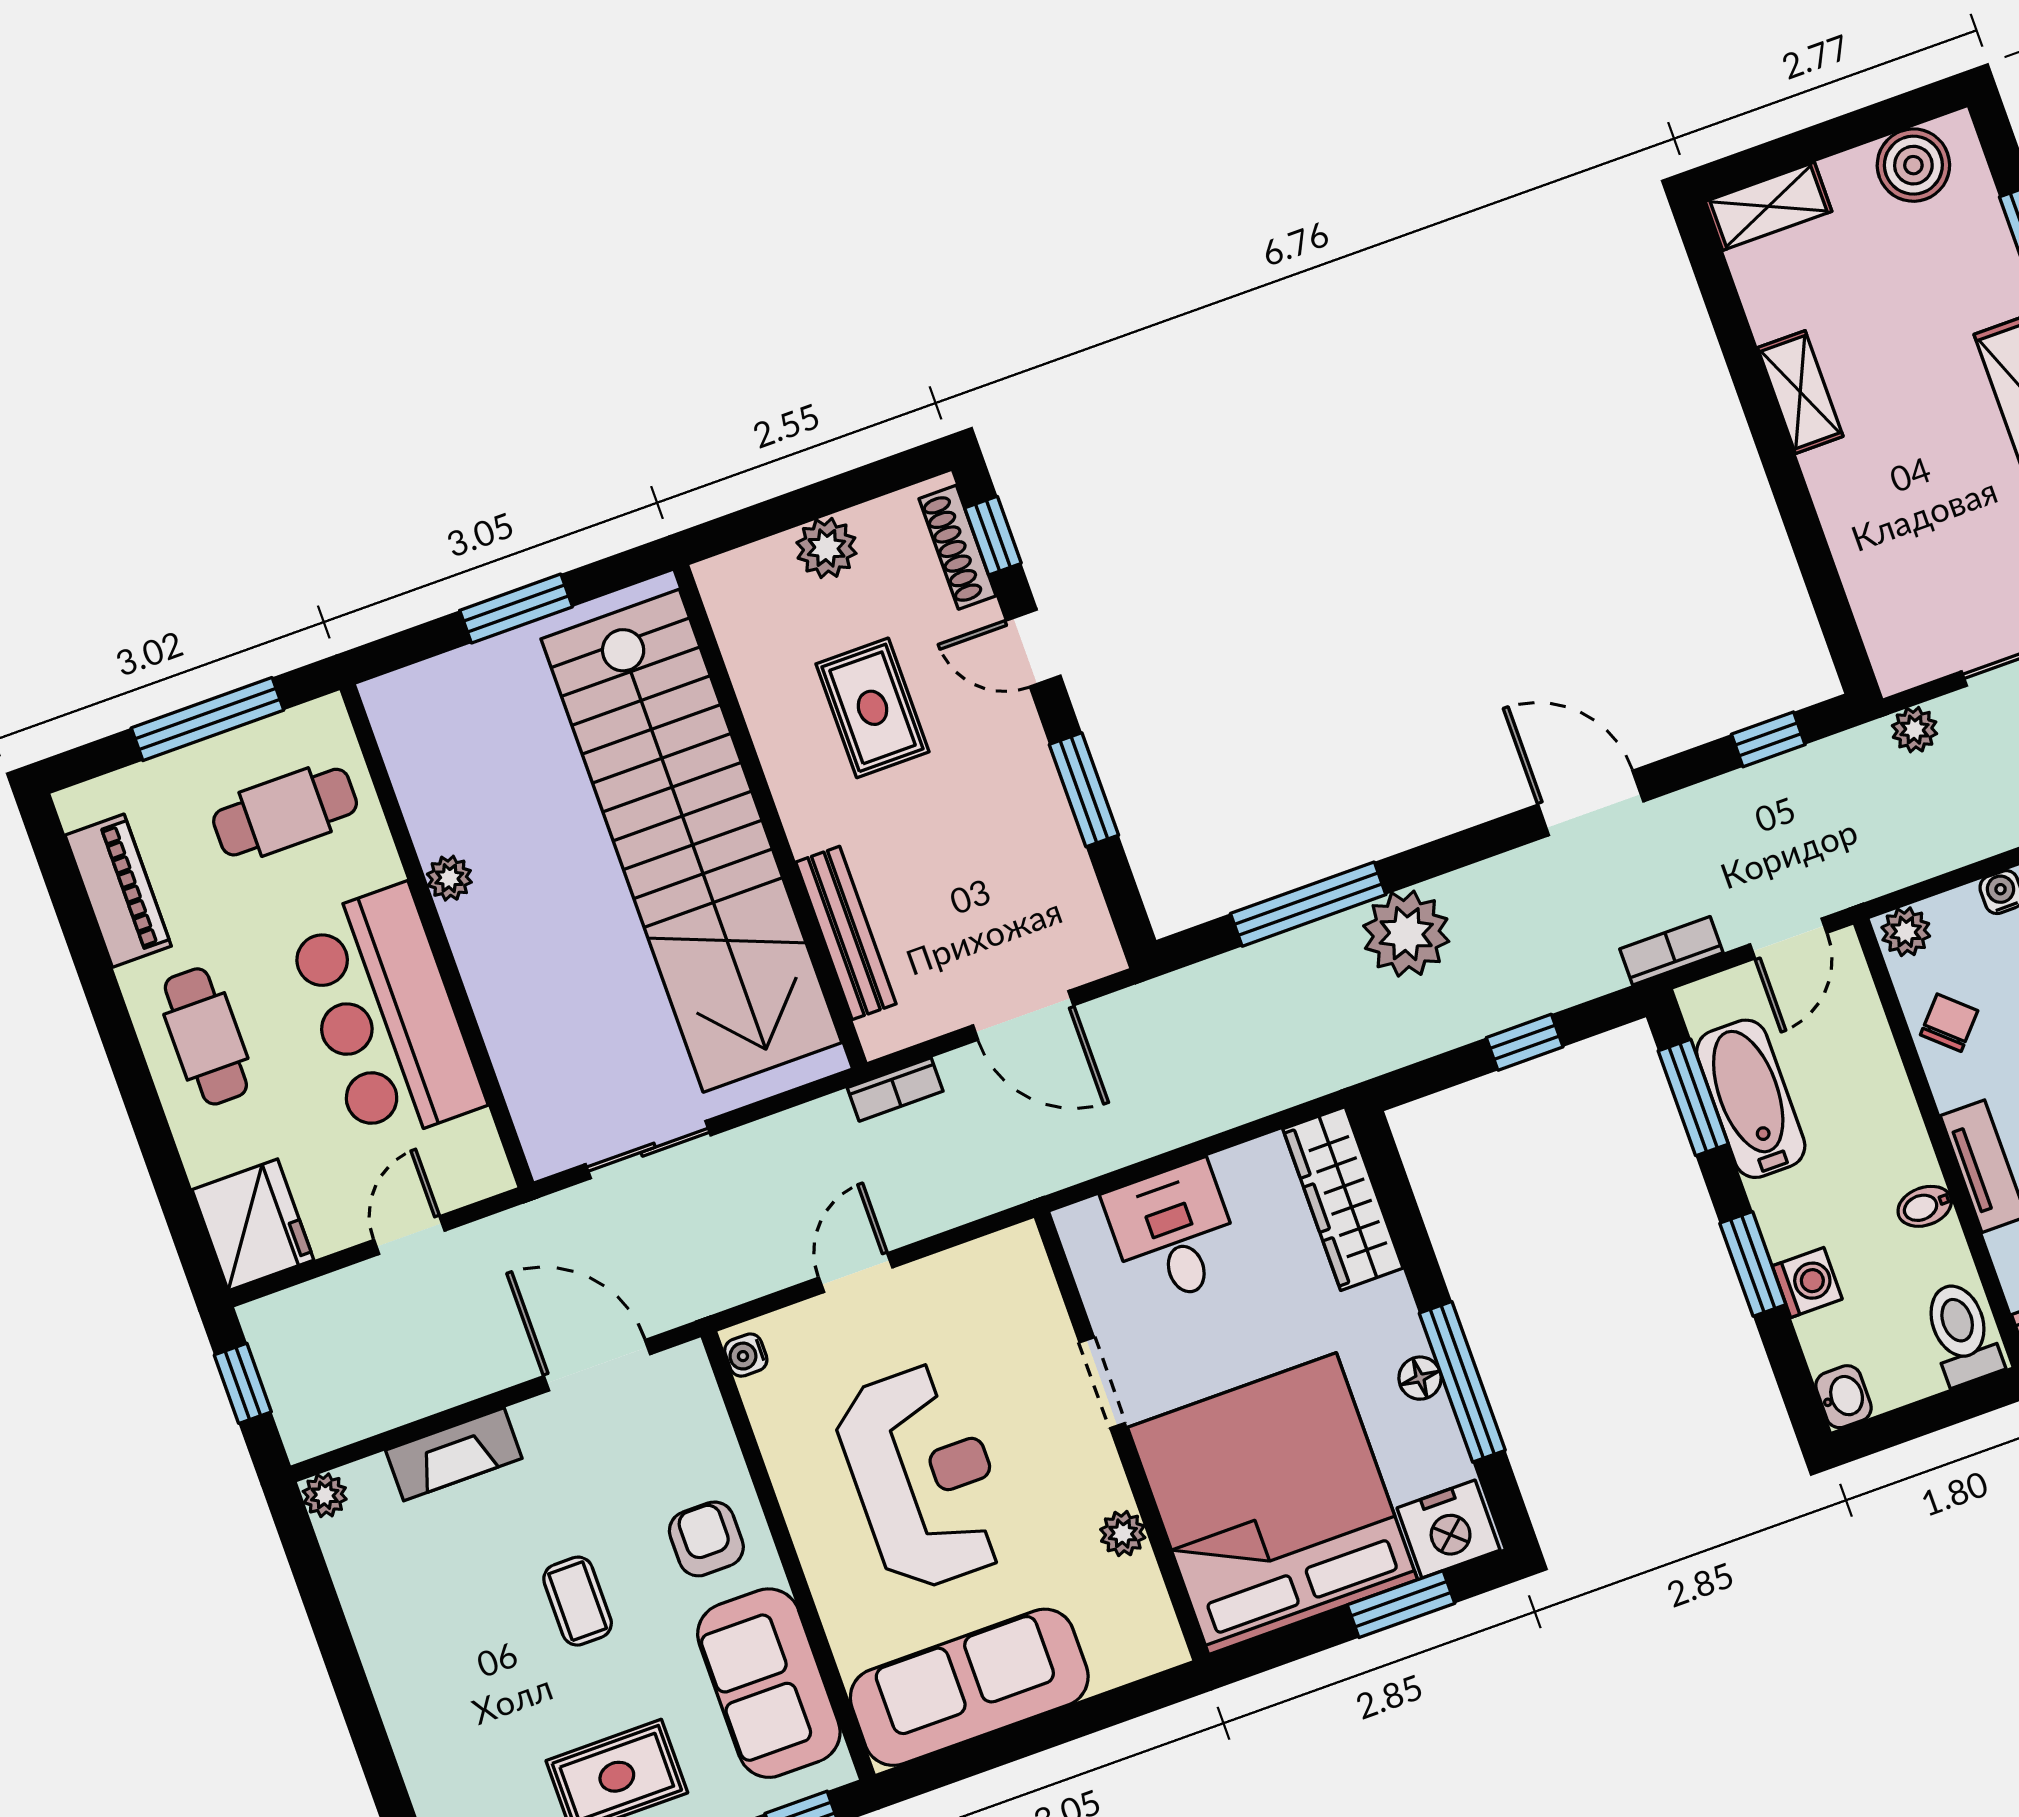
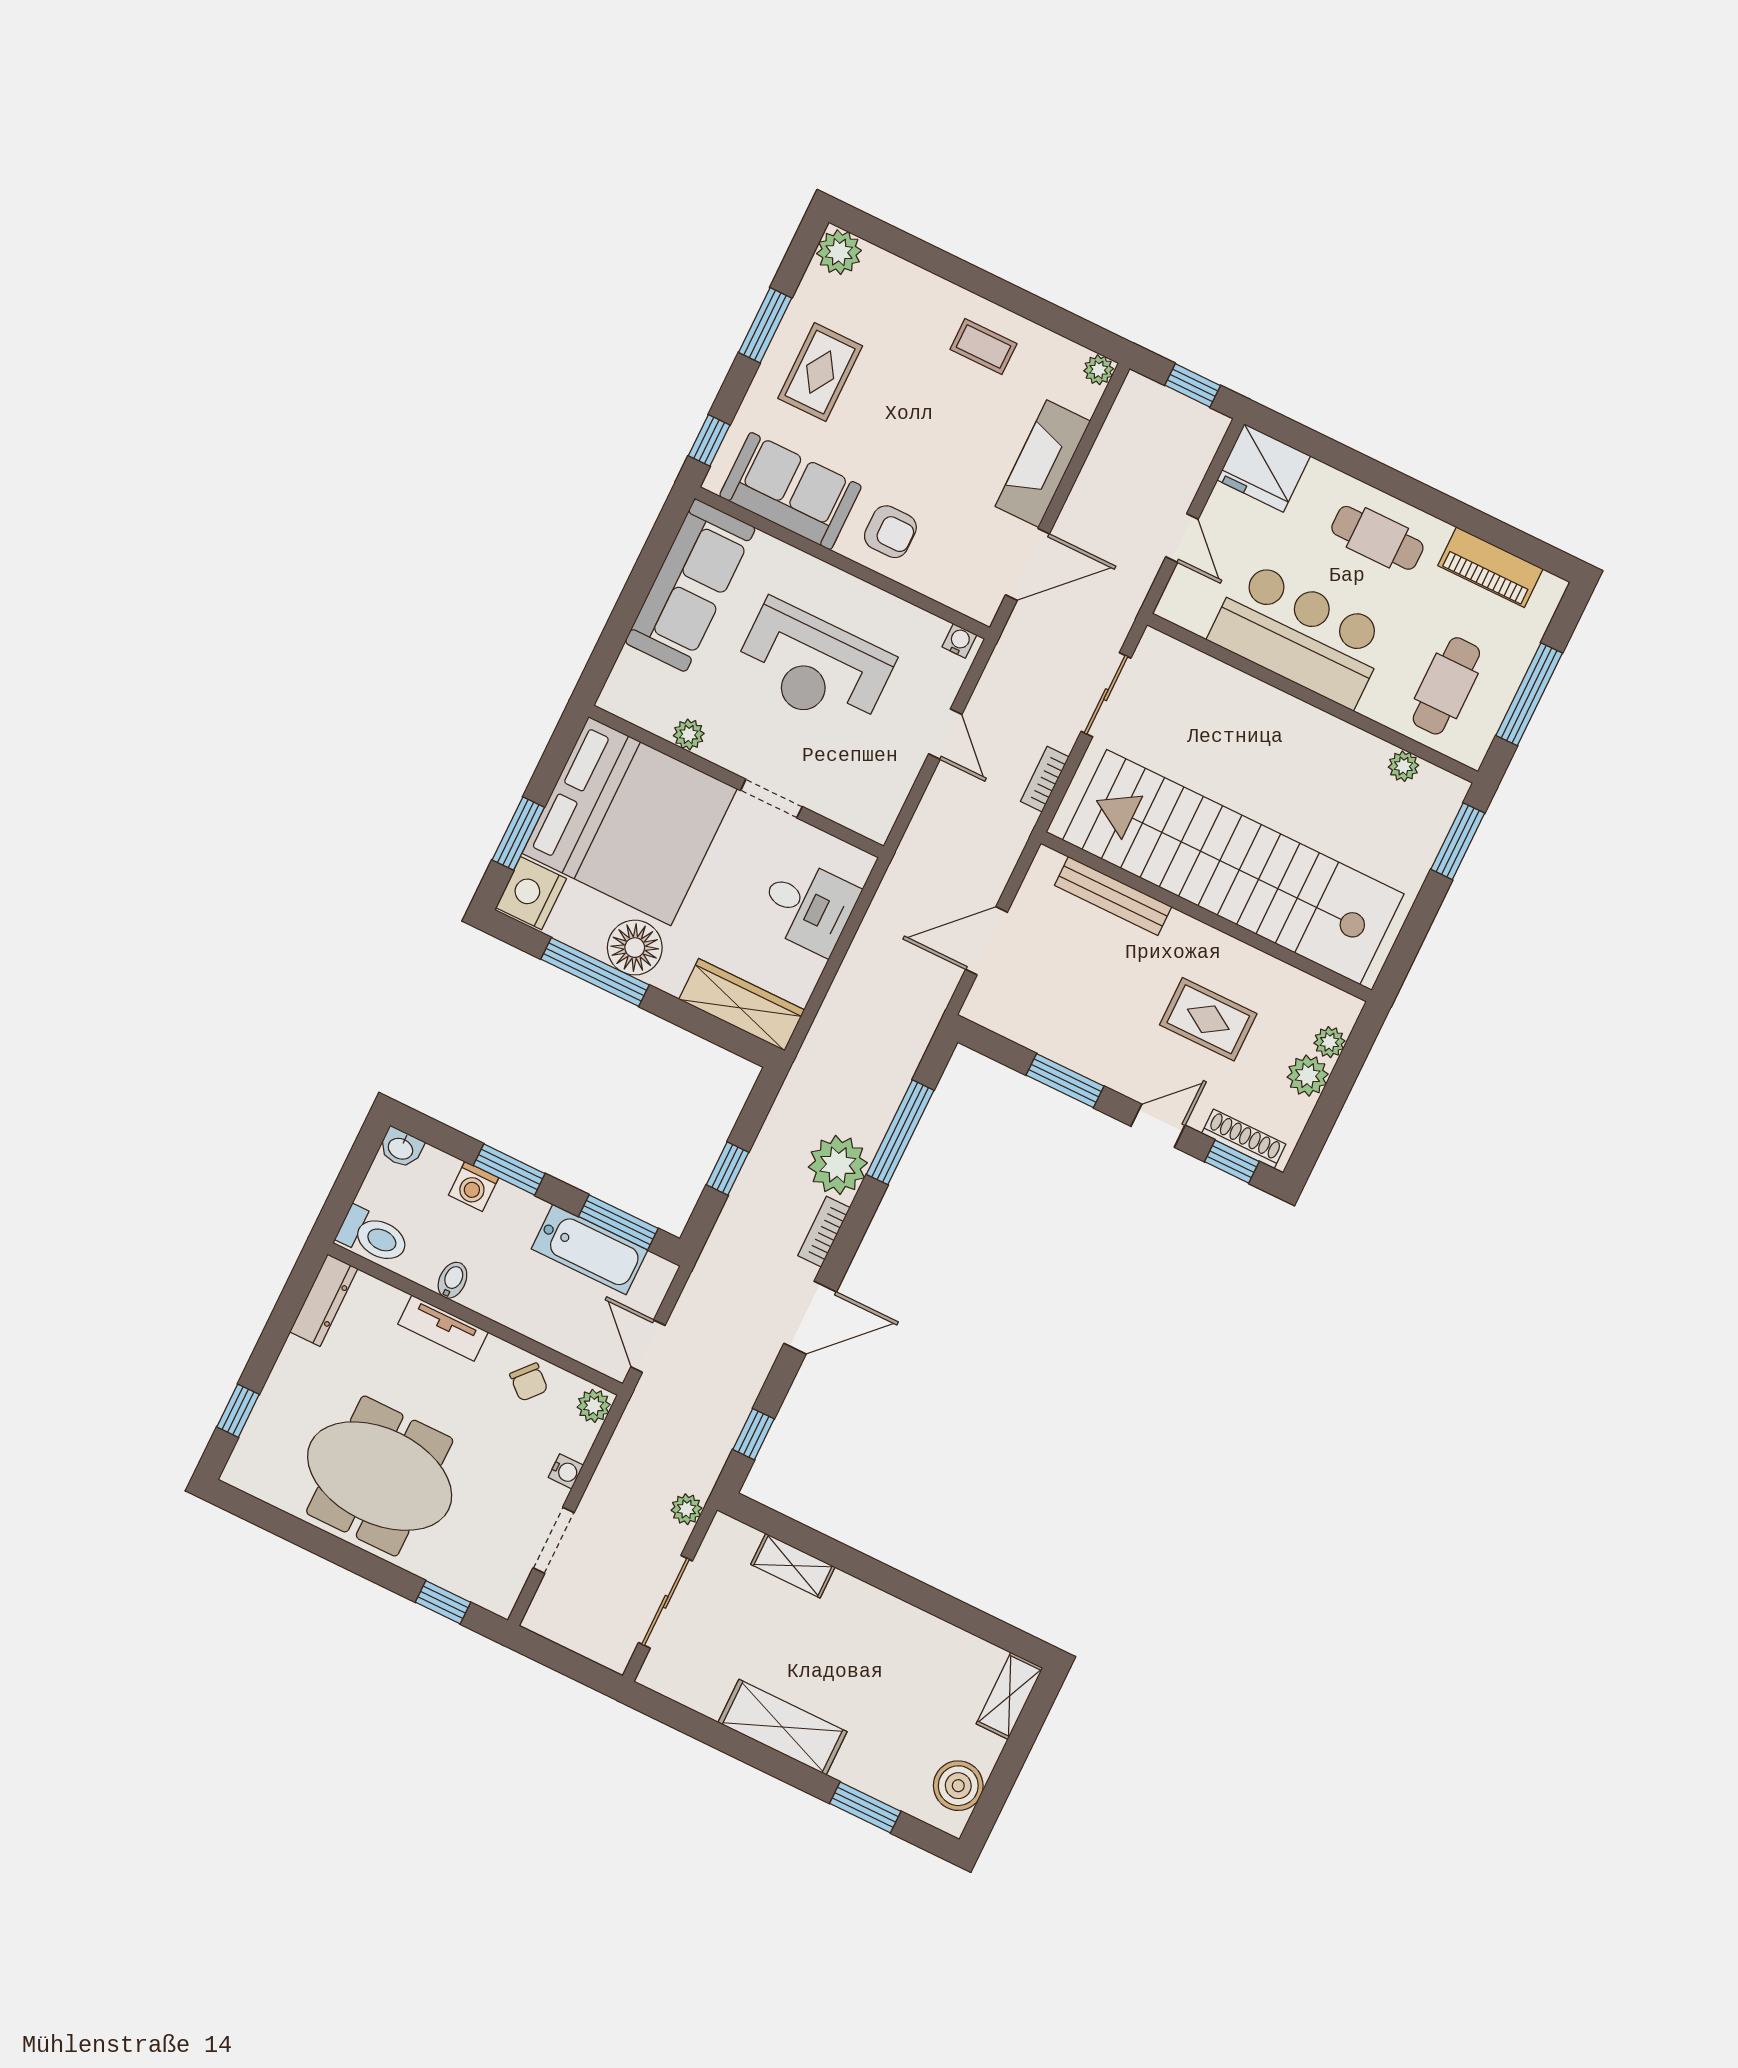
shelving: (1800, 392) -> (793, 1566), moved
plant: (770, 561) -> (1329, 1042), added
window: (516, 609) -> (1458, 841), moved
plant: (449, 878) -> (1403, 766), moved
bookcase: (1671, 951) -> (824, 1232), moved, turned 180
bookcase: (895, 1089) -> (1045, 779), moved
floor lamp: (1420, 1378) -> (635, 948), width x1.89, depth x1.89
fireplace: (454, 1454) -> (1043, 464), width x1.37, depth x1.32
coffee table: (578, 1601) -> (983, 346), moved

